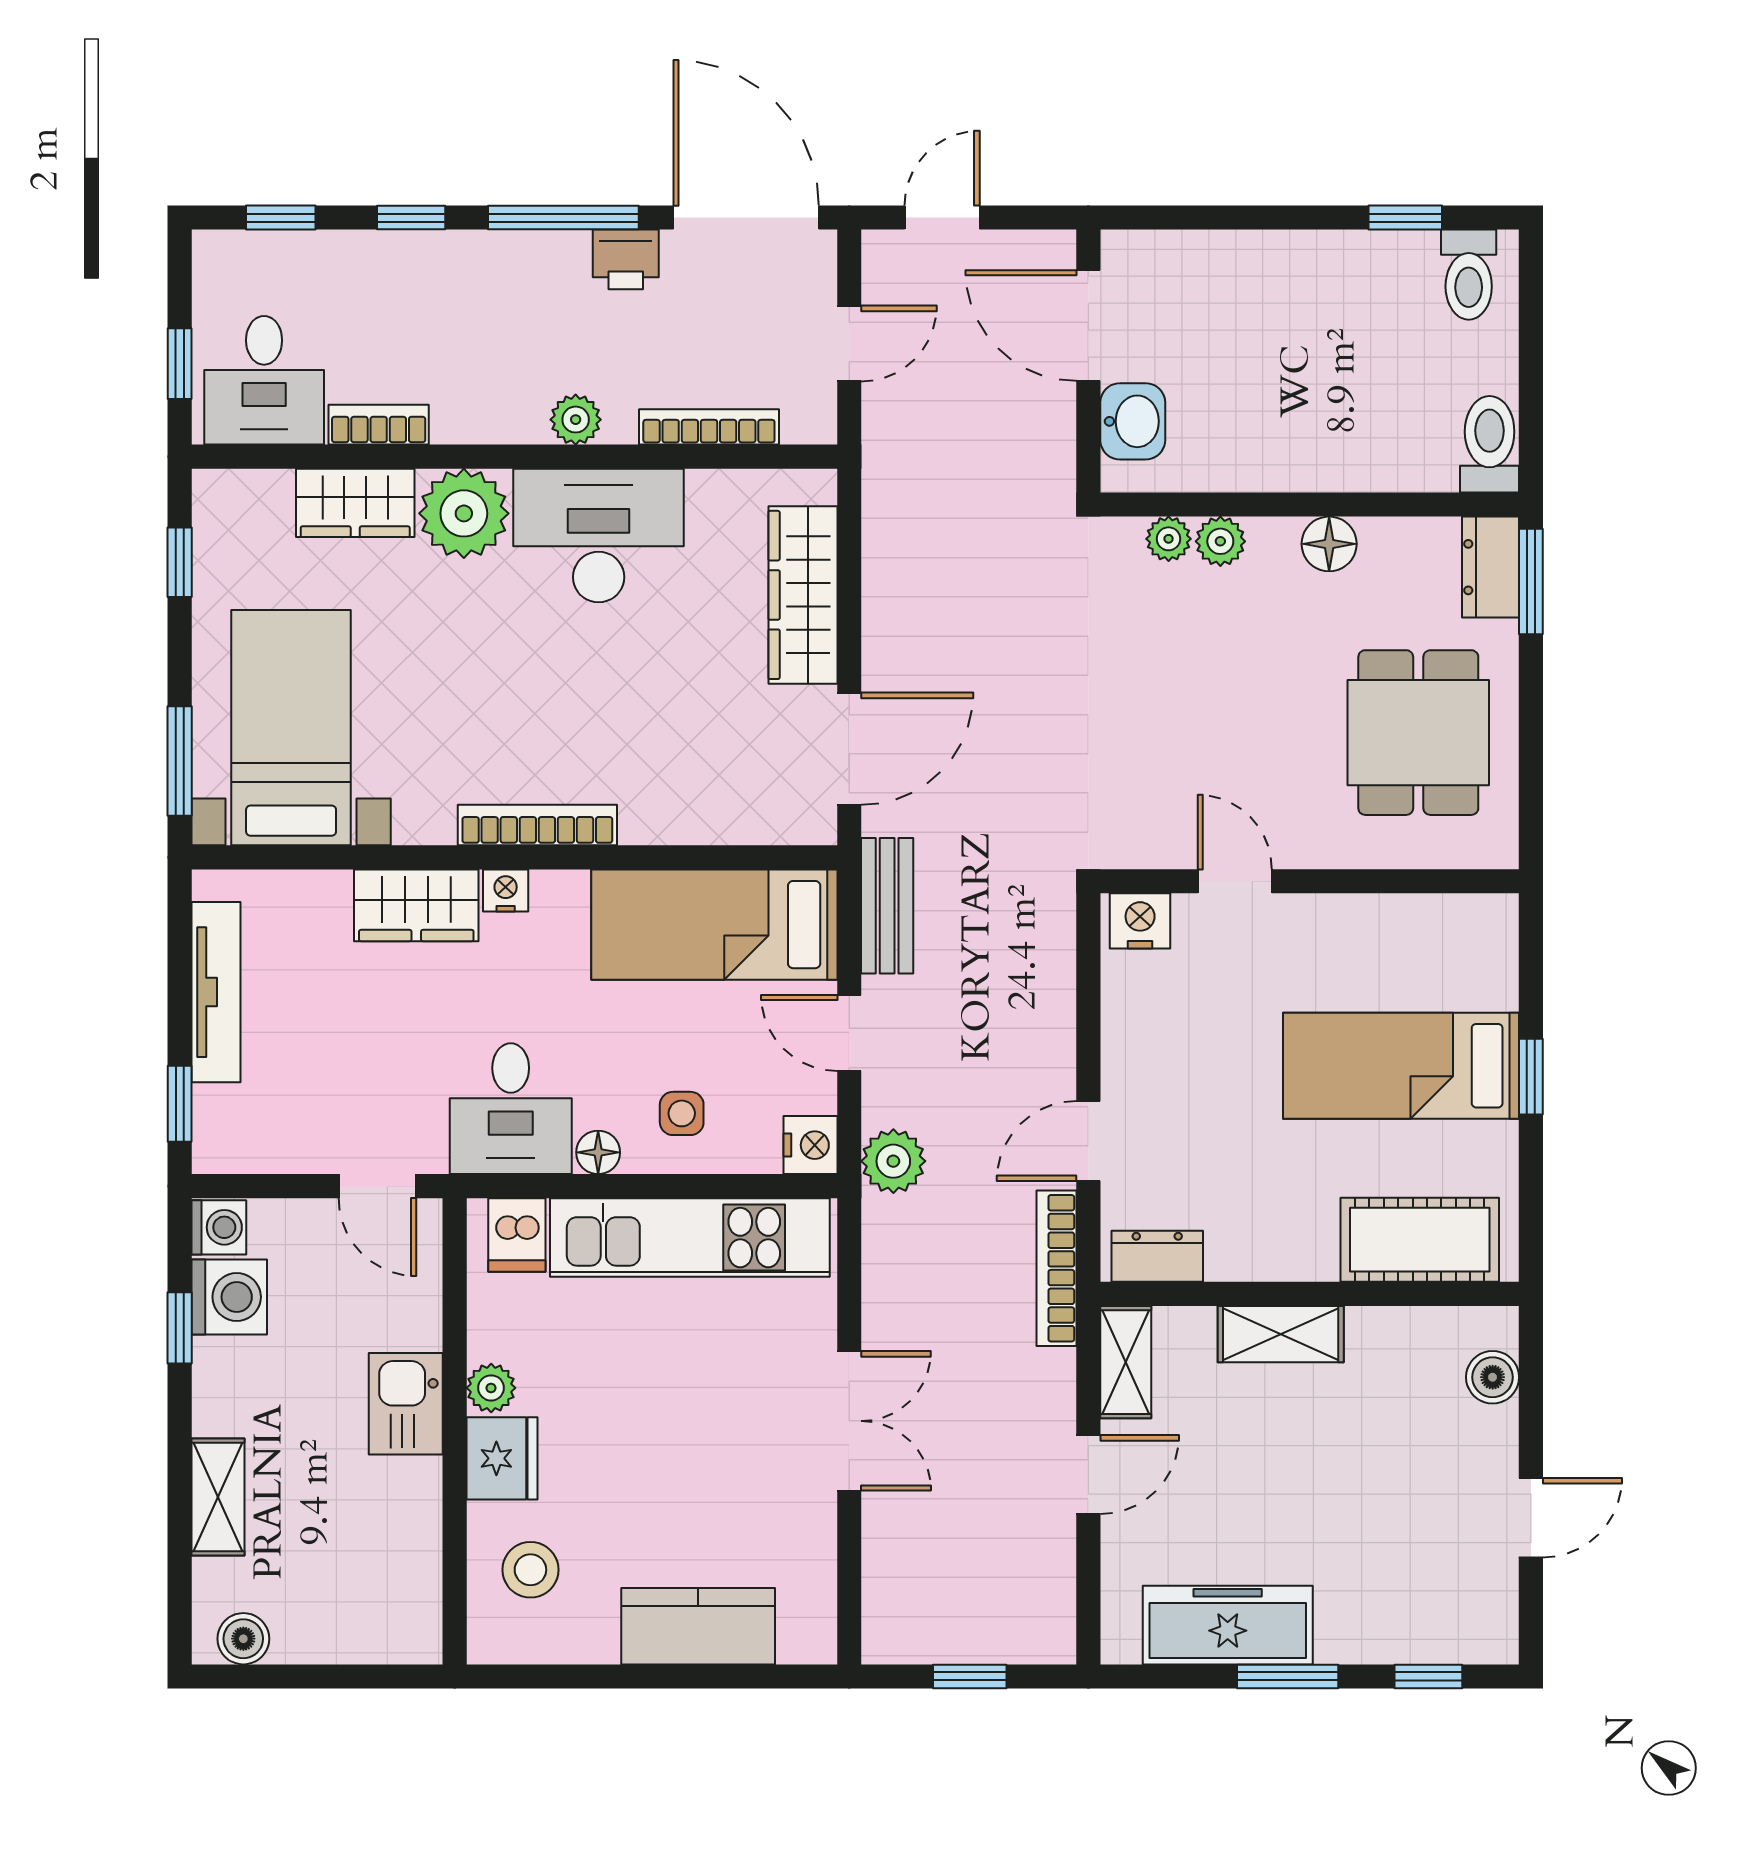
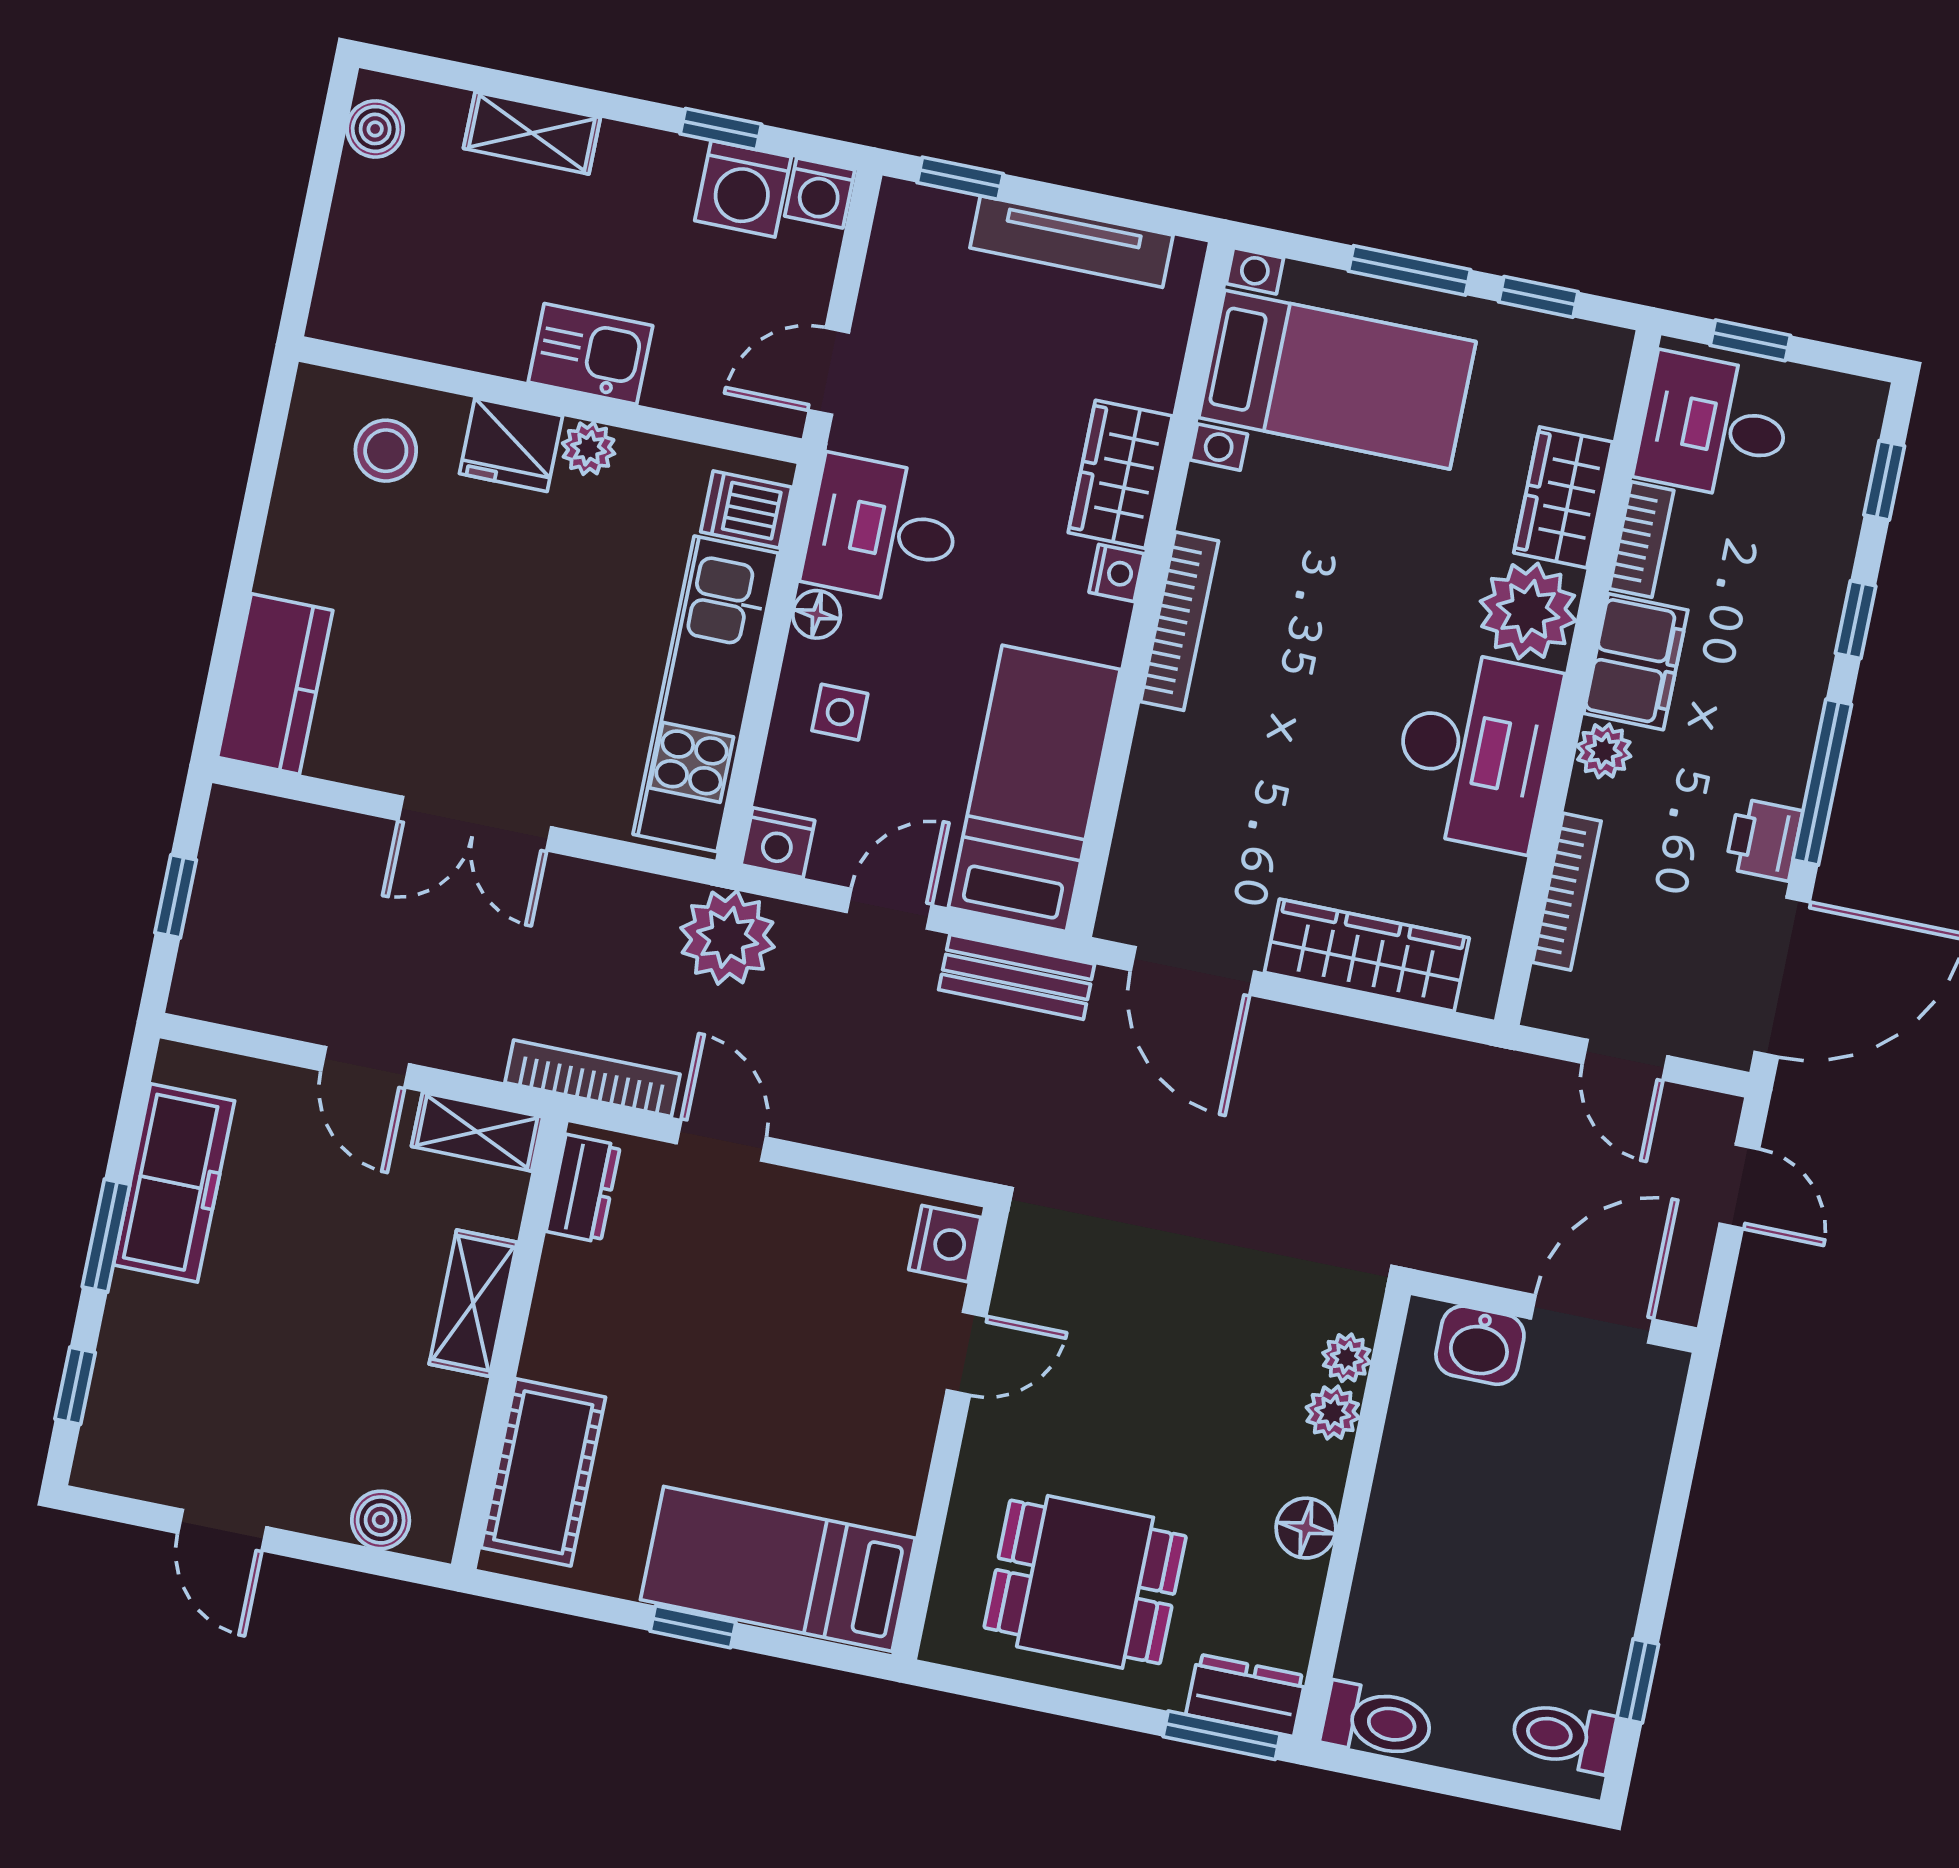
filing cabinet: (490, 407) -> (1636, 662), added
window: (180, 761) -> (1410, 270), moved
bed: (1401, 1066) -> (778, 1569), moved, turned -90
plant: (893, 1161) -> (728, 937), width x1.36, depth x1.36
kitchen counter: (698, 1626) -> (275, 684), moved

